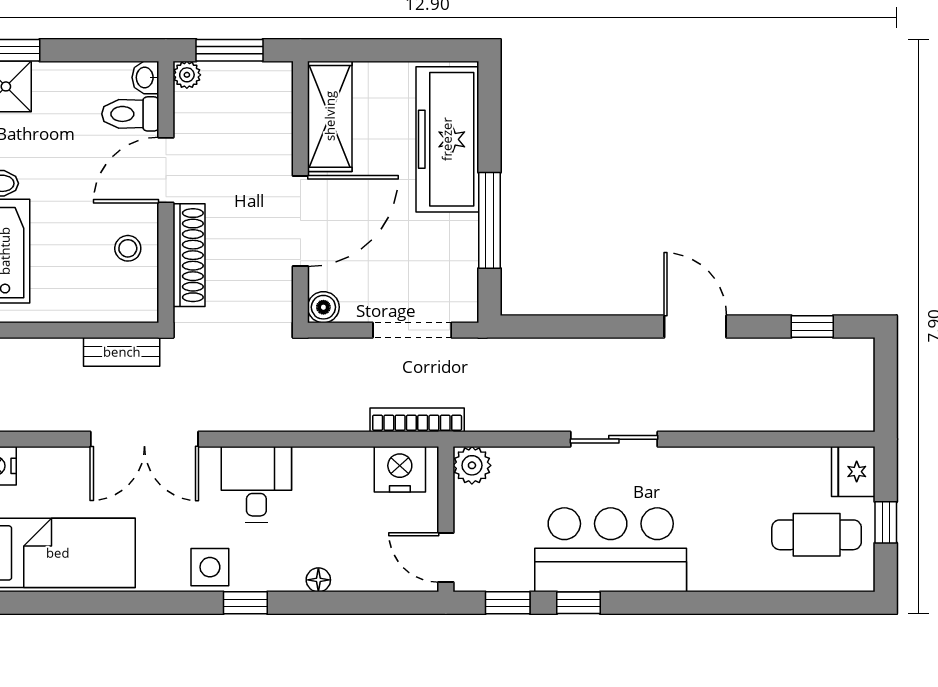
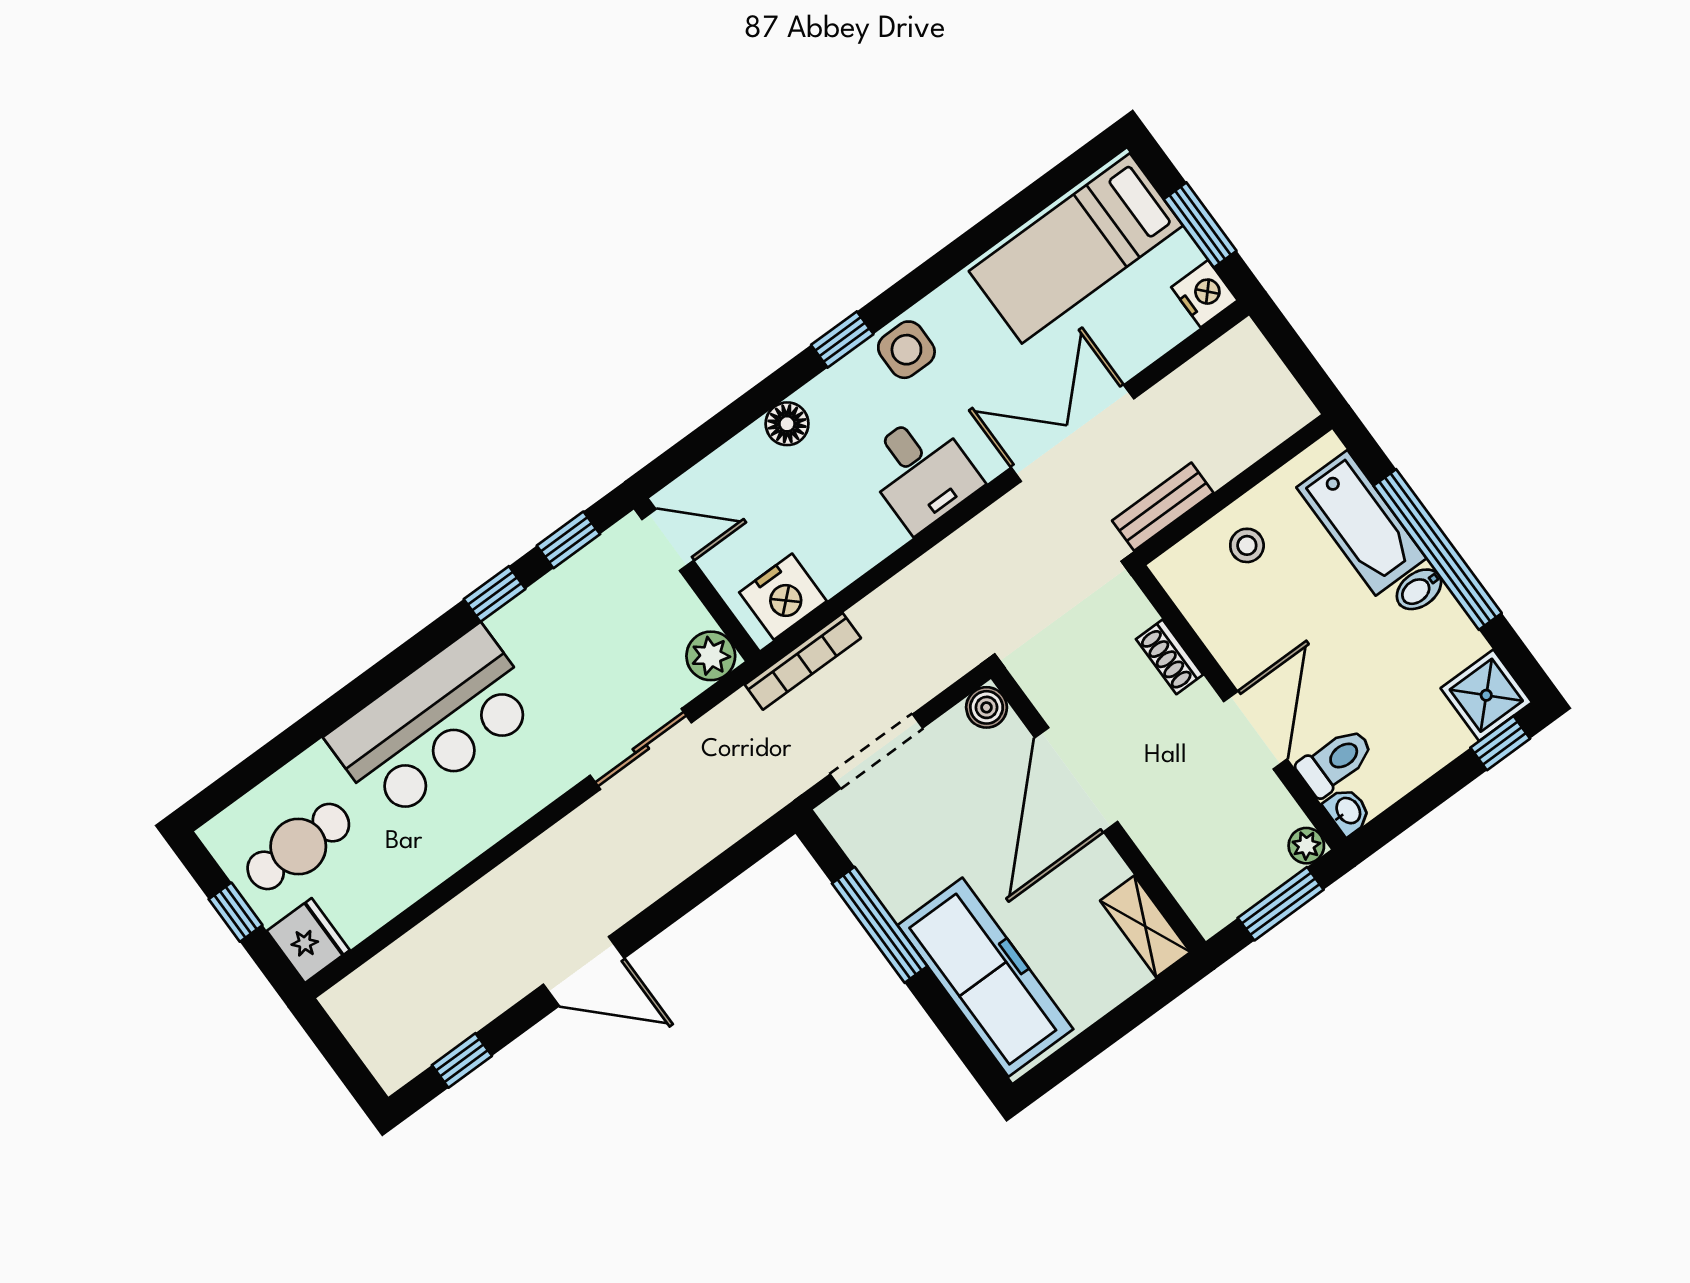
shelving: (330, 116) -> (1145, 926), width x0.67, depth x0.75
stool: (128, 248) -> (1247, 545), moved
shoe rack: (189, 255) -> (1169, 657), width x0.51, depth x0.81
sliding door: (614, 439) -> (641, 749), moved
bar counter: (611, 550) -> (434, 723), moved
floor lamp: (318, 580) -> (787, 424), width x1.37, depth x1.37

